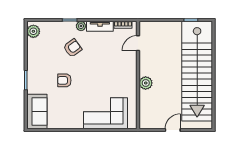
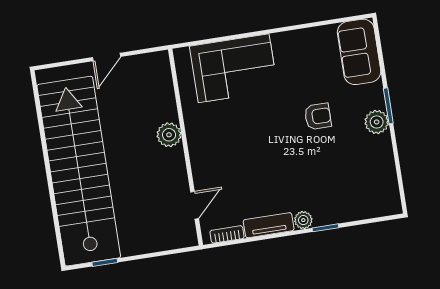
plant: (33, 31) -> (377, 122), moved
armchair: (72, 48) -> (312, 178), removed

